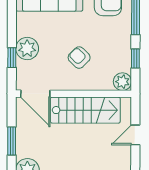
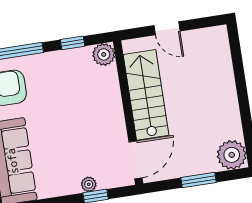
plant: (27, 49) -> (89, 184), width x0.53, depth x0.53
armchair: (79, 58) -> (82, 113), removed

